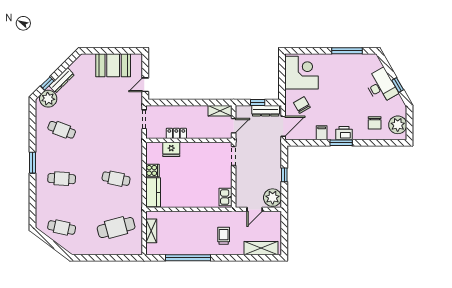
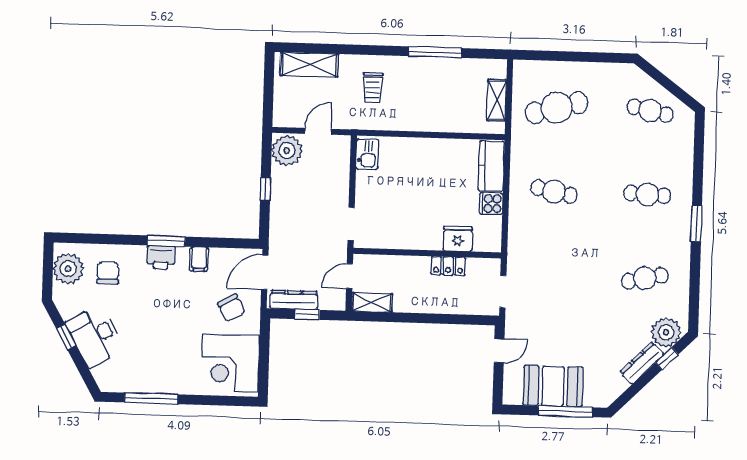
window: (105, 51) -> (565, 411), added
cafe table: (62, 130) -> (645, 278), turned -33
window: (188, 258) -> (435, 52), width x0.68

